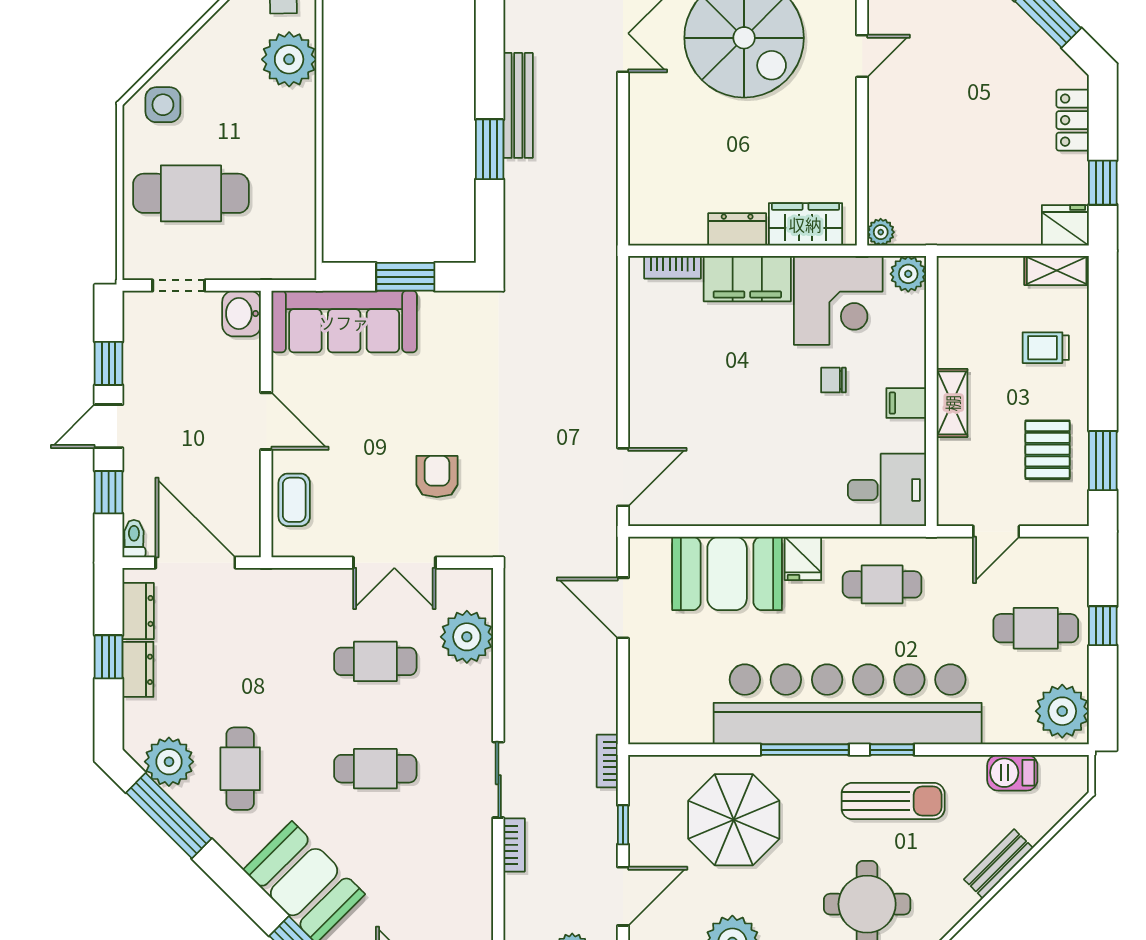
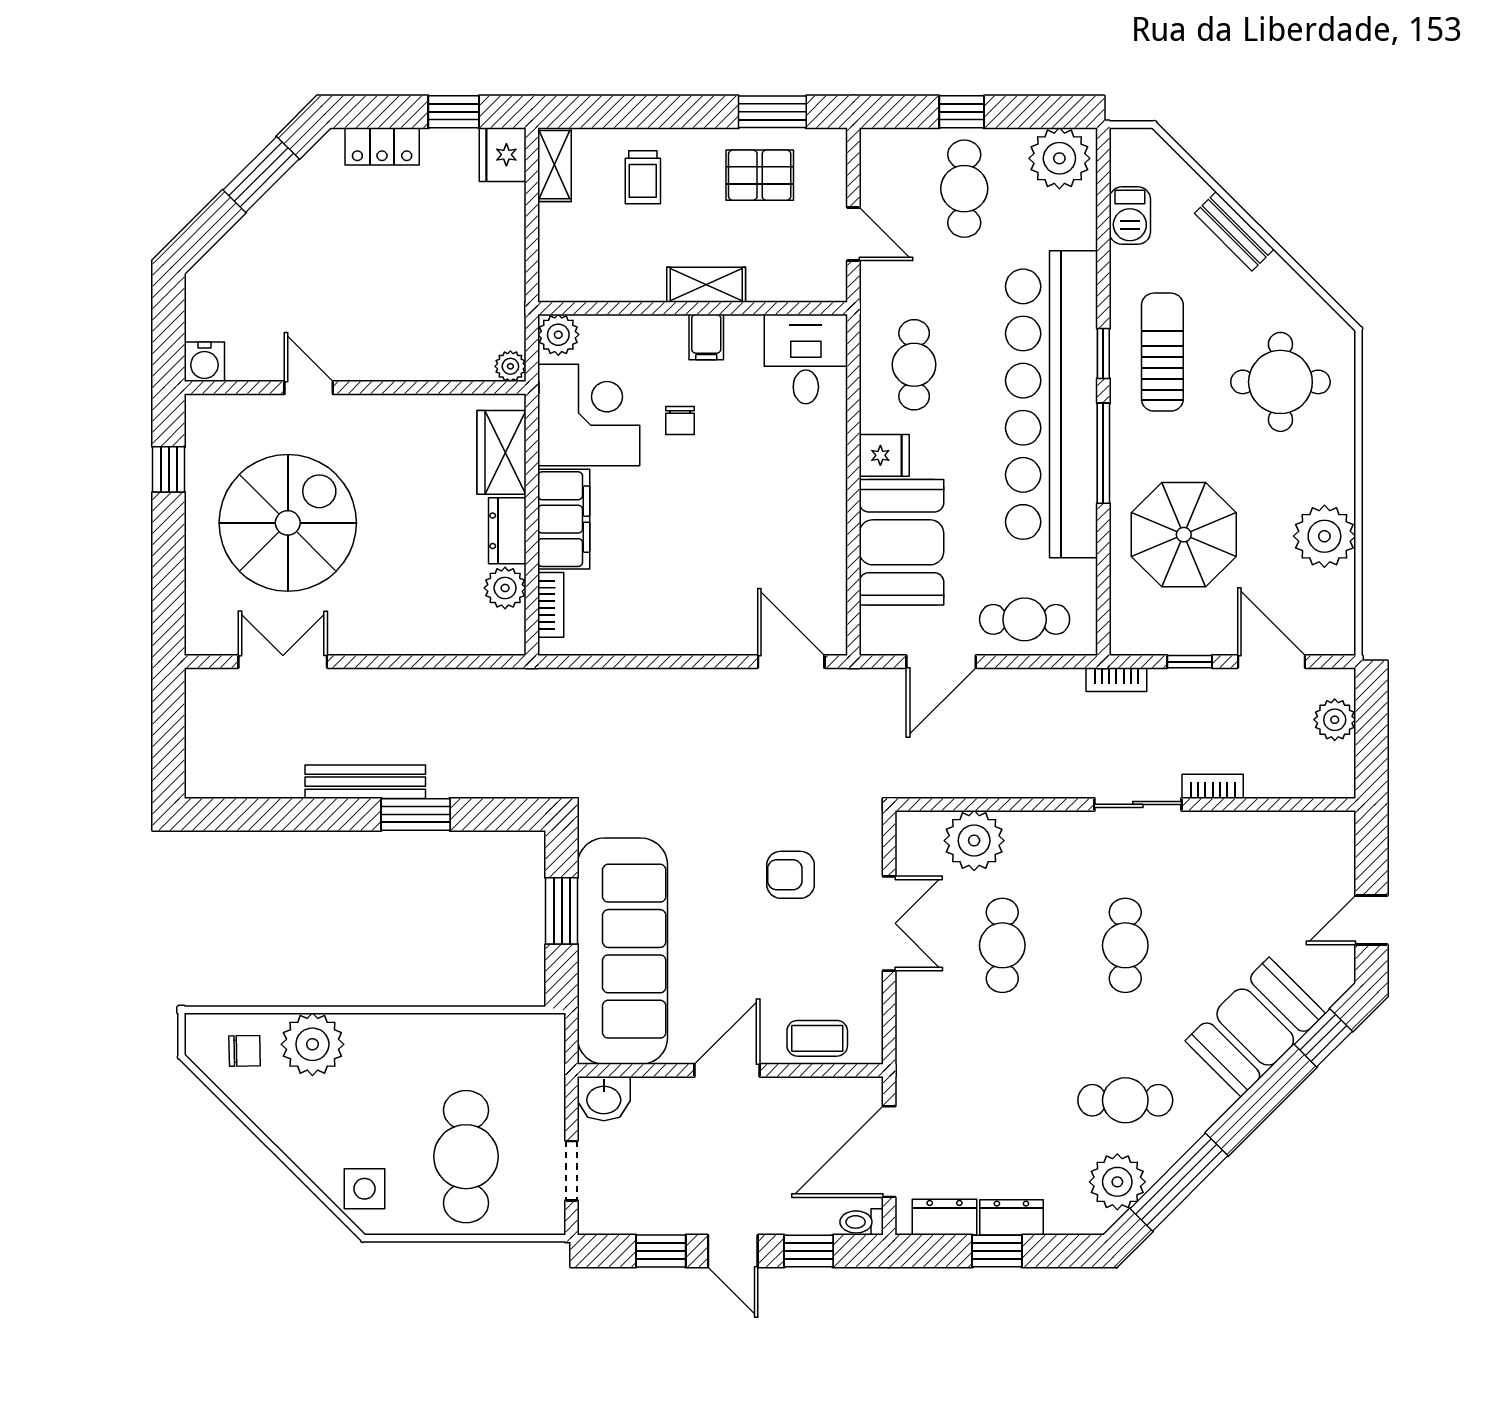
plant: (687, 227) -> (505, 588), added
sofa: (344, 322) -> (622, 951), width x1.36, depth x1.27
cafe table: (660, 681) -> (1025, 619), added

